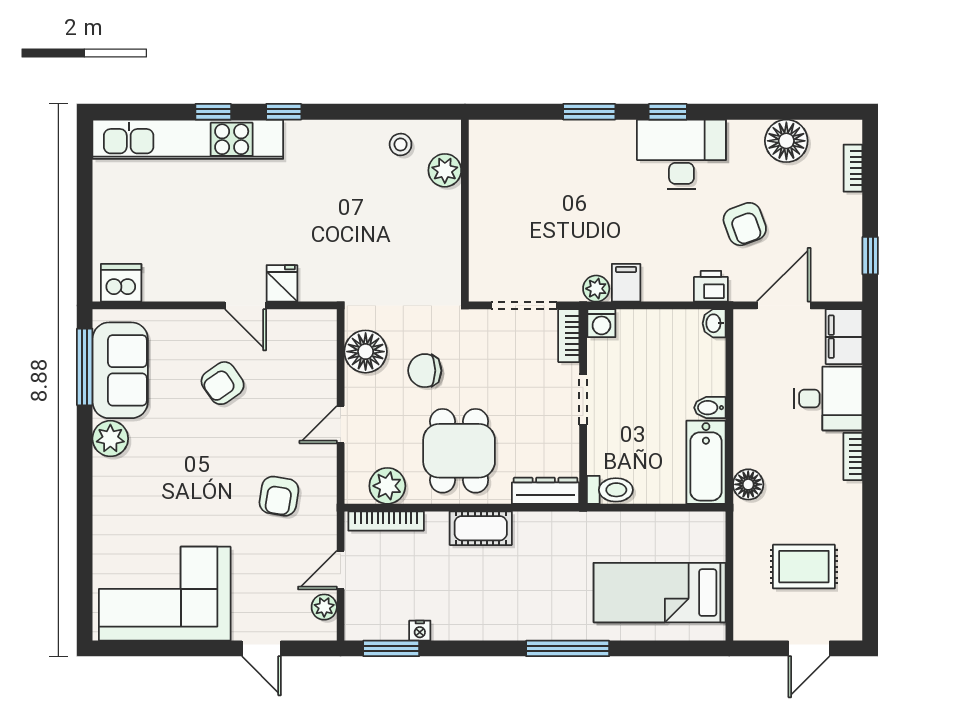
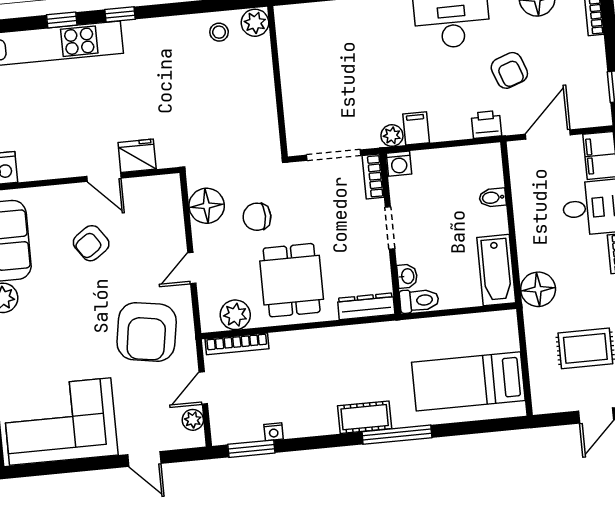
plant: (445, 170) -> (255, 23), moved
fridge: (282, 283) -> (137, 156), width x1.38
washbasin: (714, 323) -> (407, 276), moved, turned 180
bidet: (710, 408) -> (493, 198), moved
floor lamp: (748, 484) -> (538, 289), width x1.38, depth x1.38
armchair: (279, 496) -> (147, 332), width x1.88, depth x1.88
cot: (481, 528) -> (365, 417), moved

